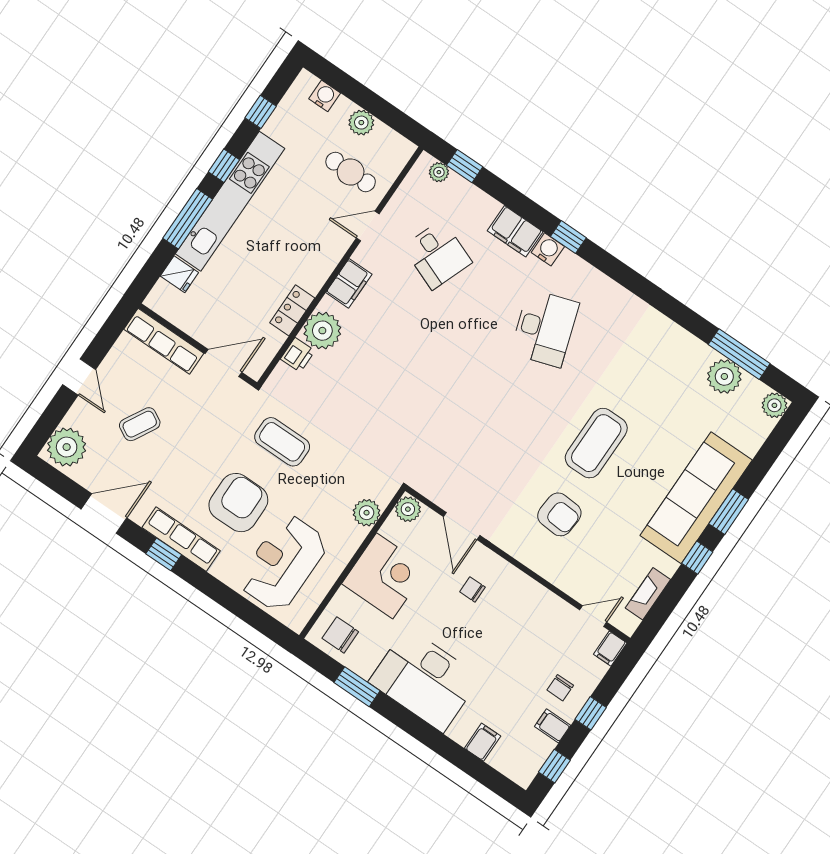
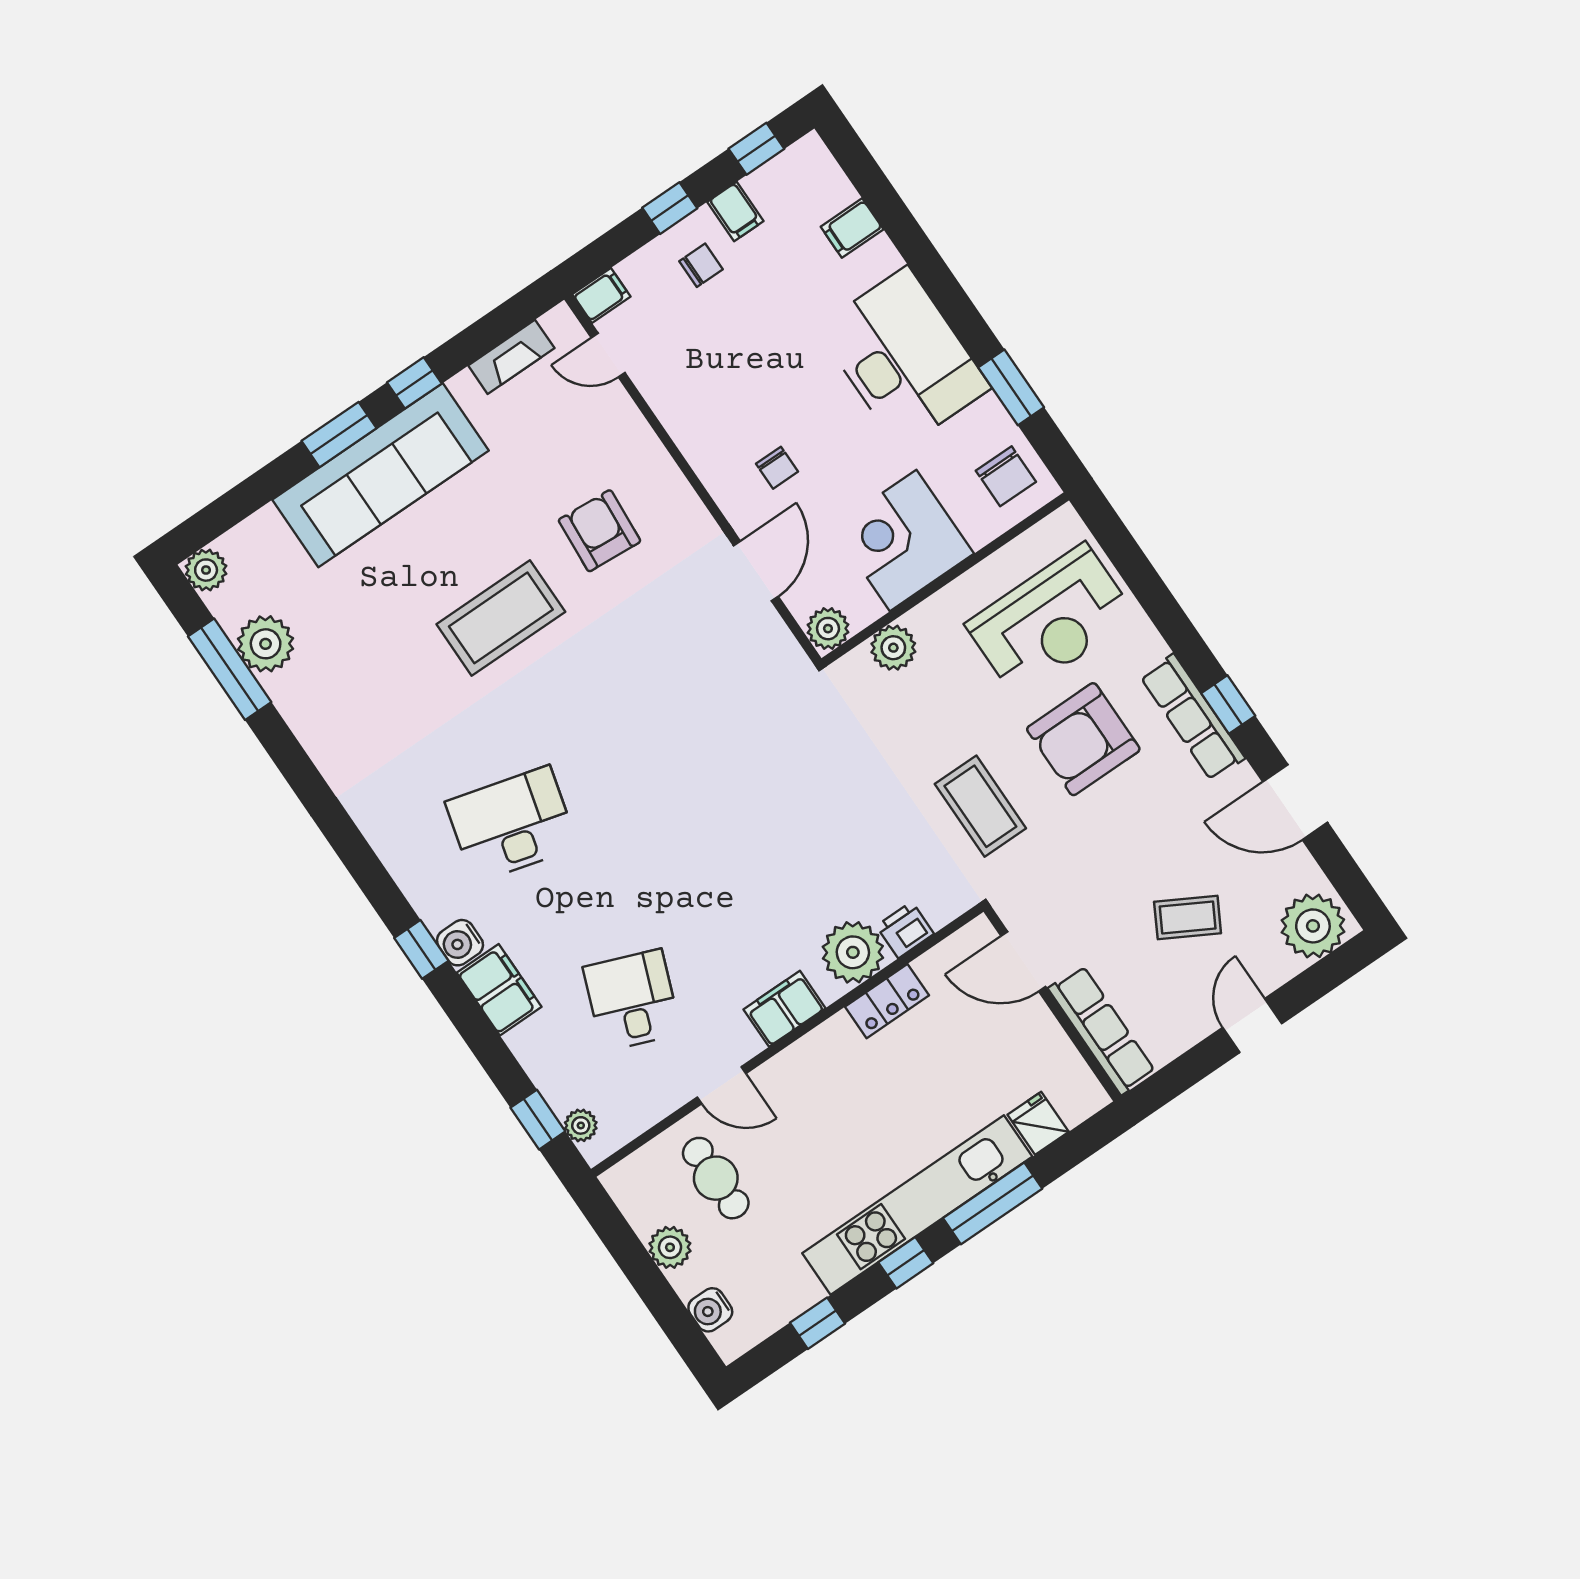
desk: (545, 328) -> (512, 824), turned 33

